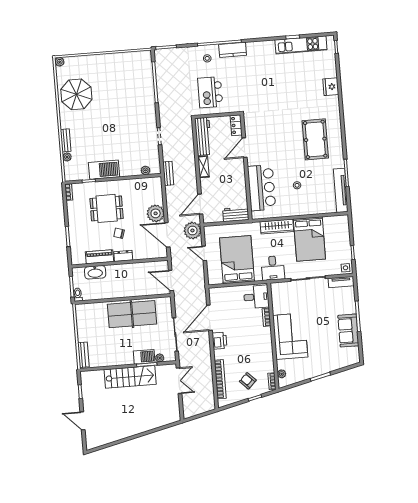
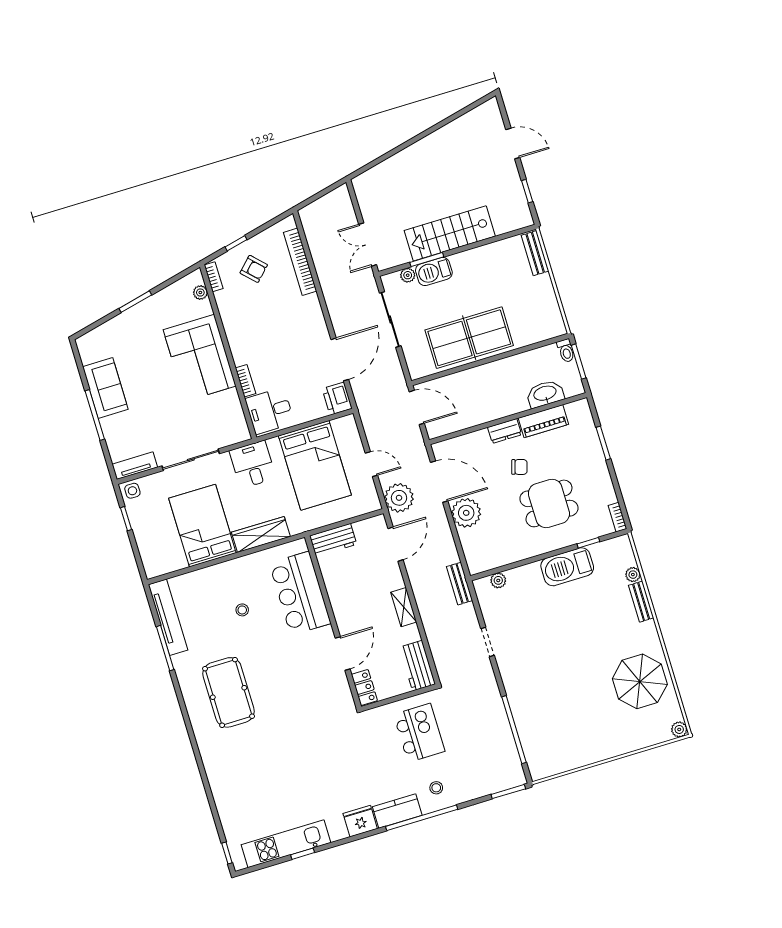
fridge: (331, 87) -> (360, 821), moved, turned -90
workbench: (203, 136) -> (417, 666), width x0.73
printer: (219, 341) -> (337, 399), moved

